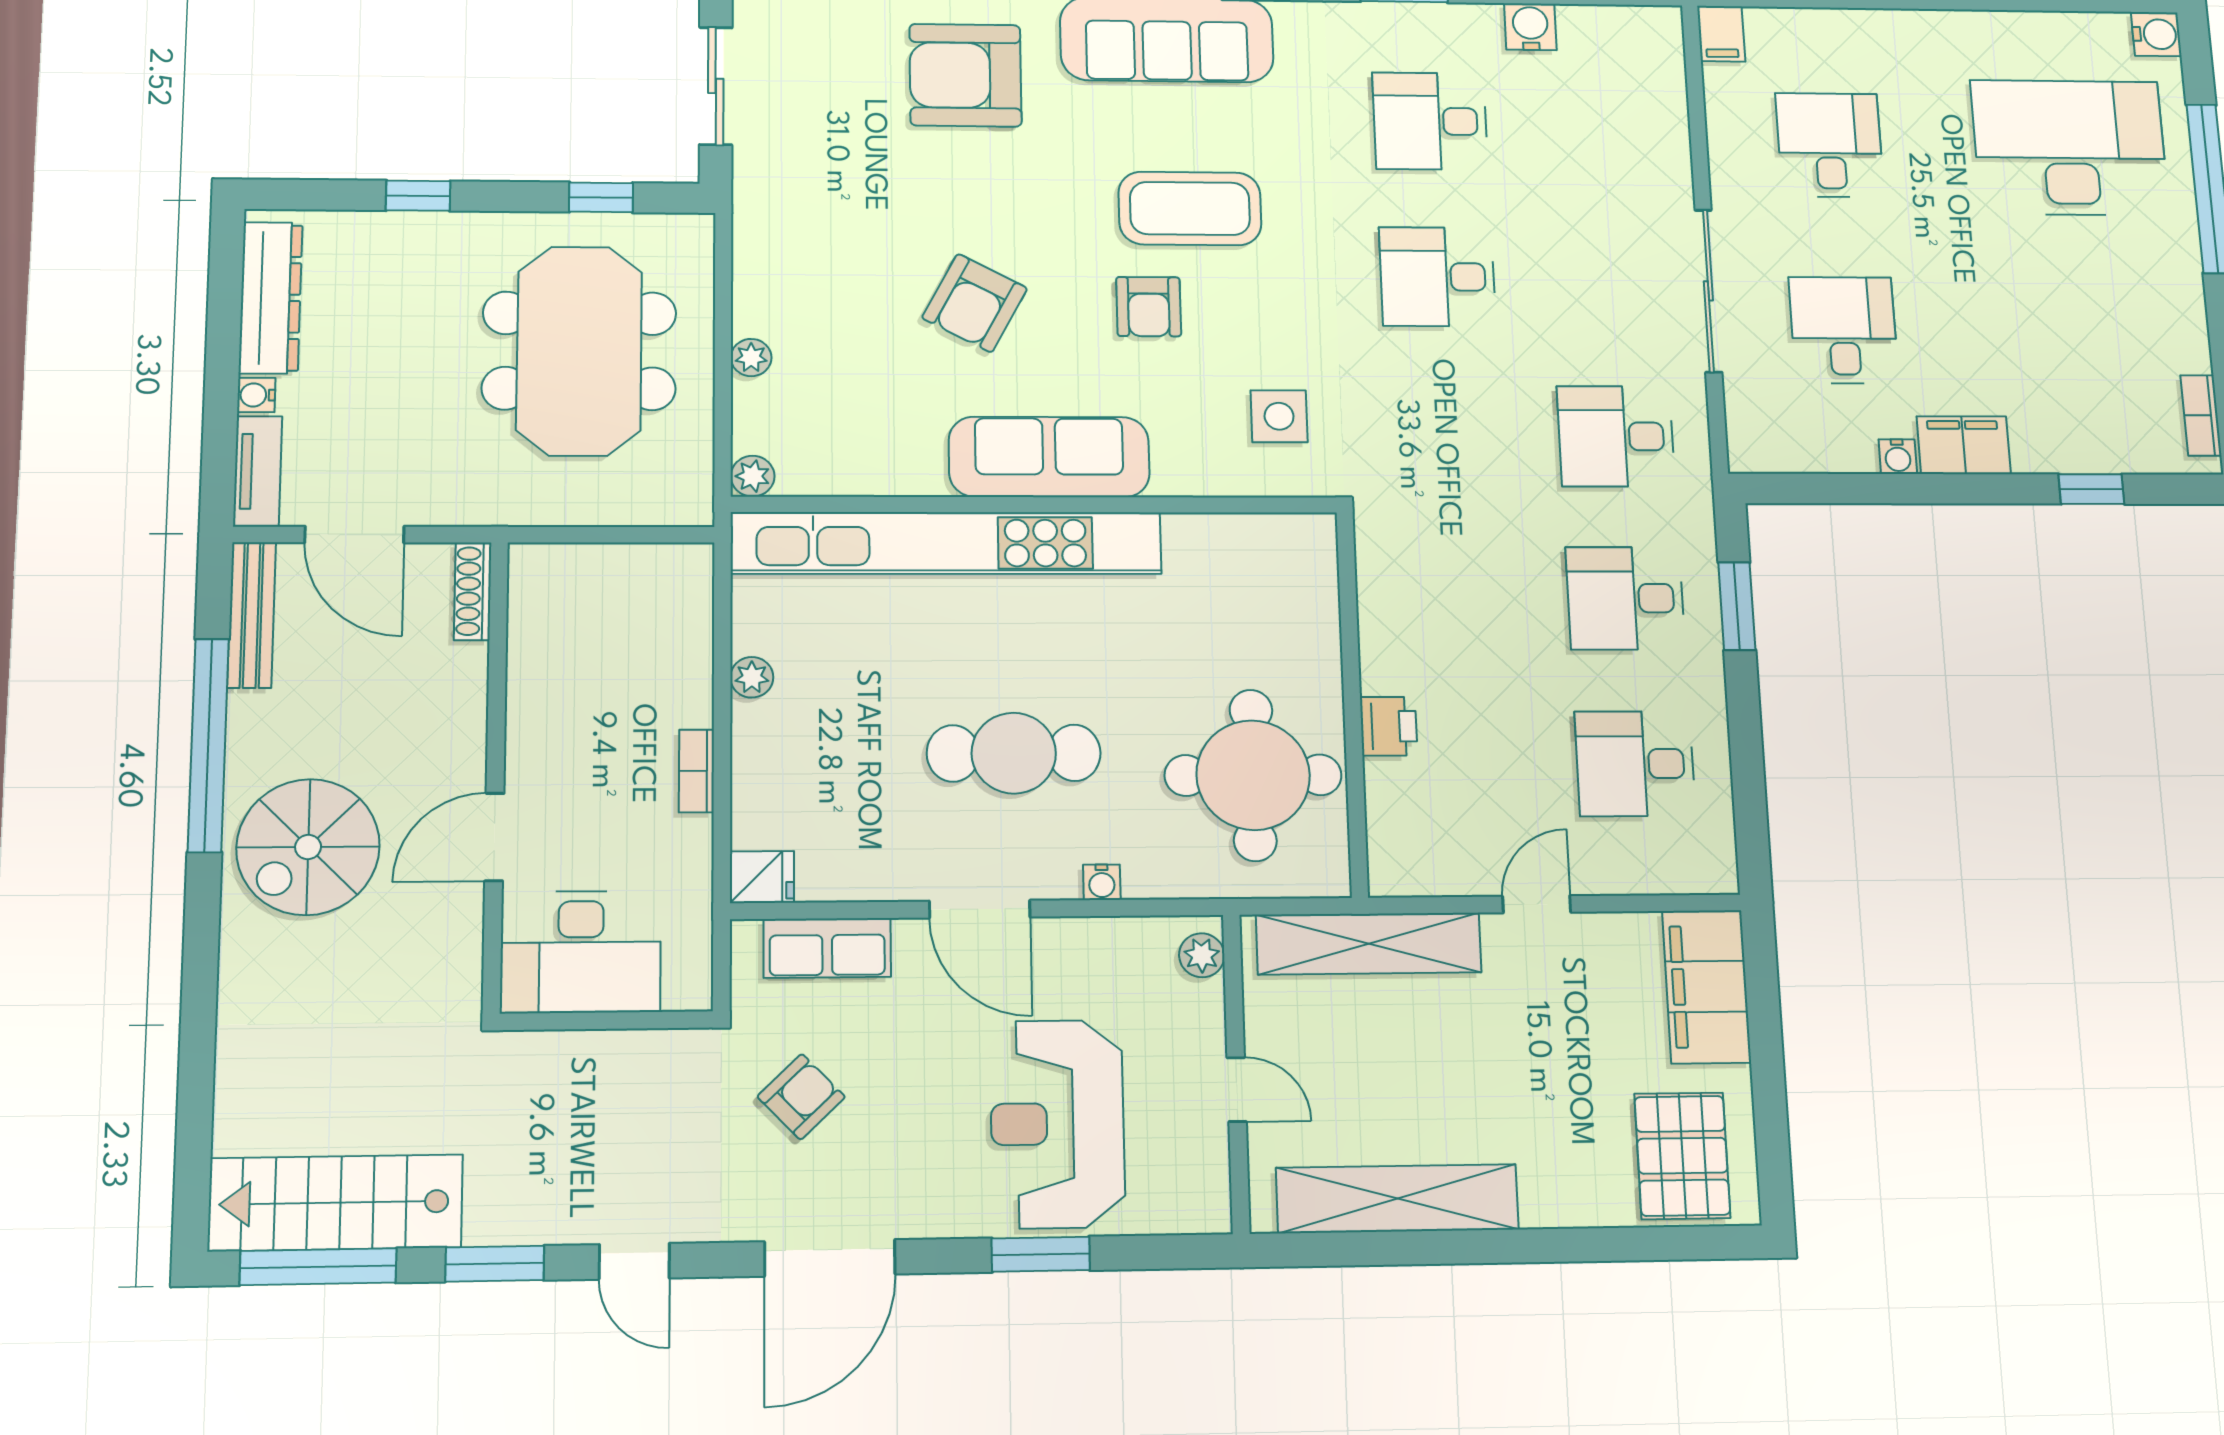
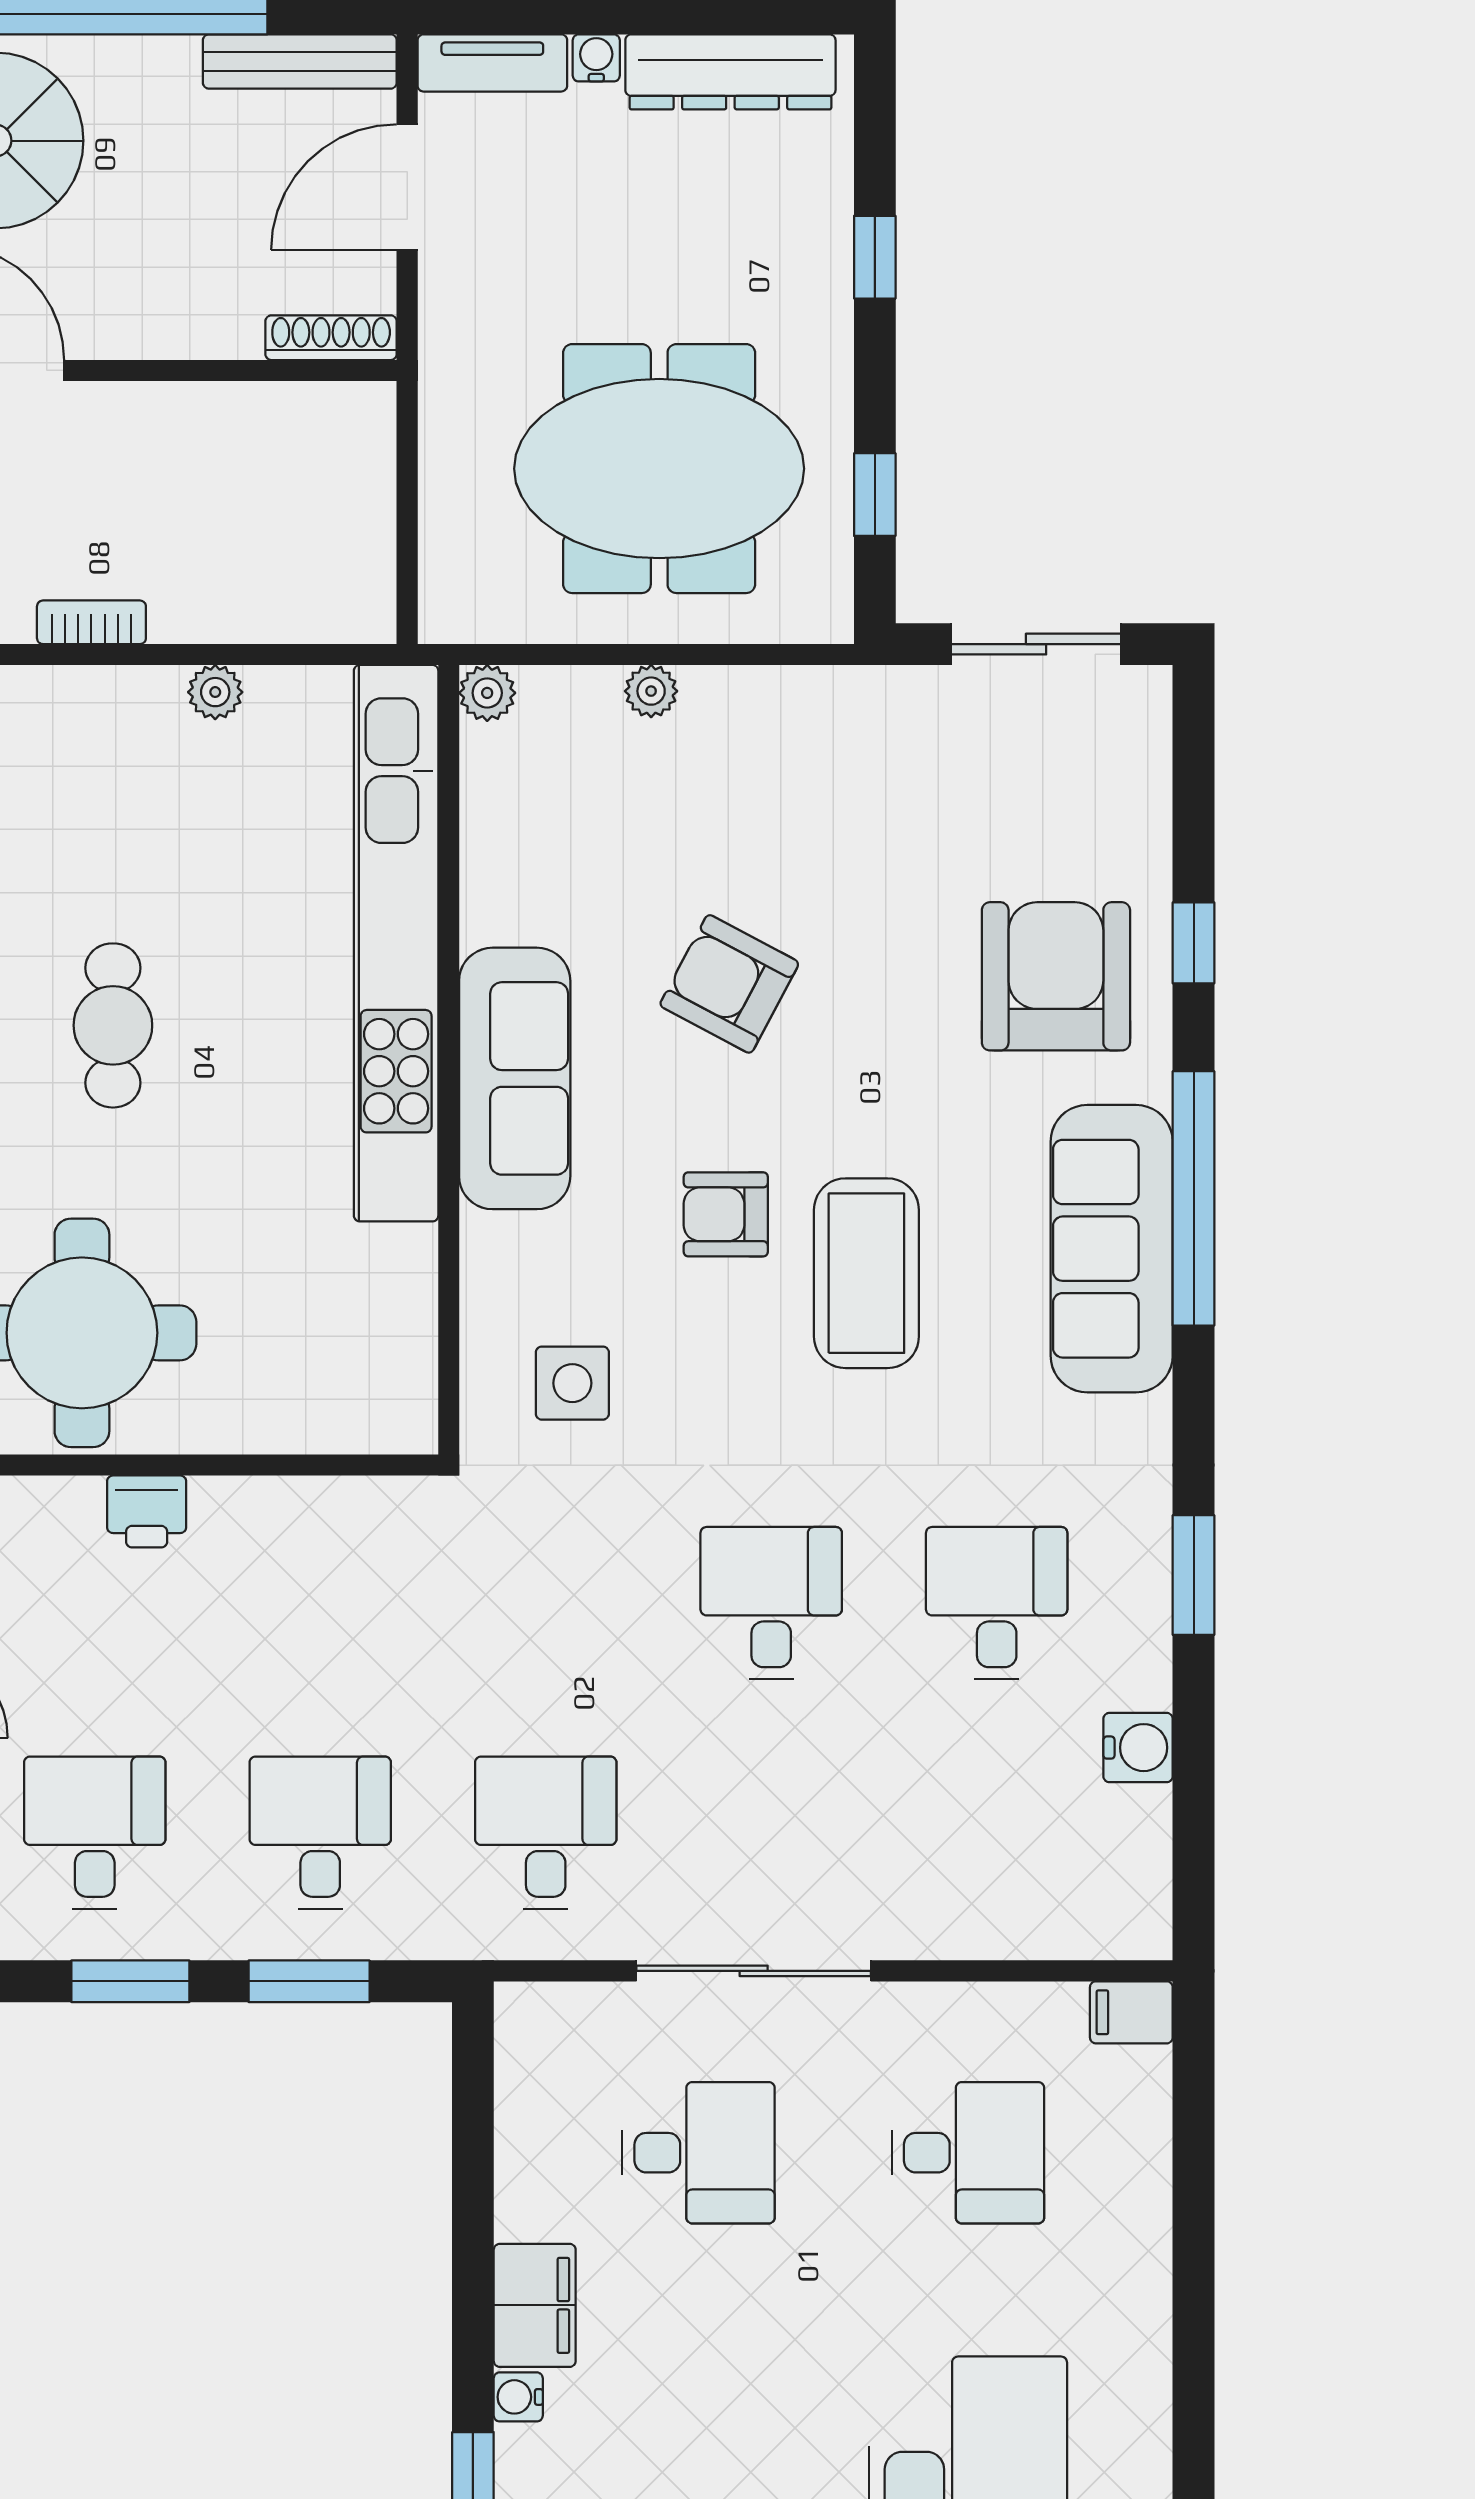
water cooler: (1898, 457) -> (518, 2397), moved
window: (1746, 737) -> (130, 1981), added
cafe table: (1014, 753) -> (113, 1025), width x0.73, depth x0.74

